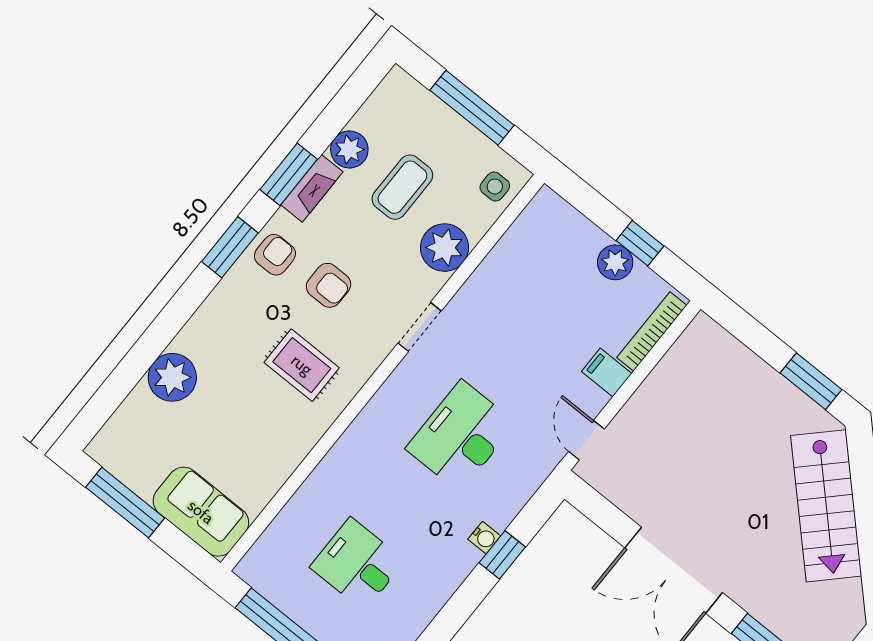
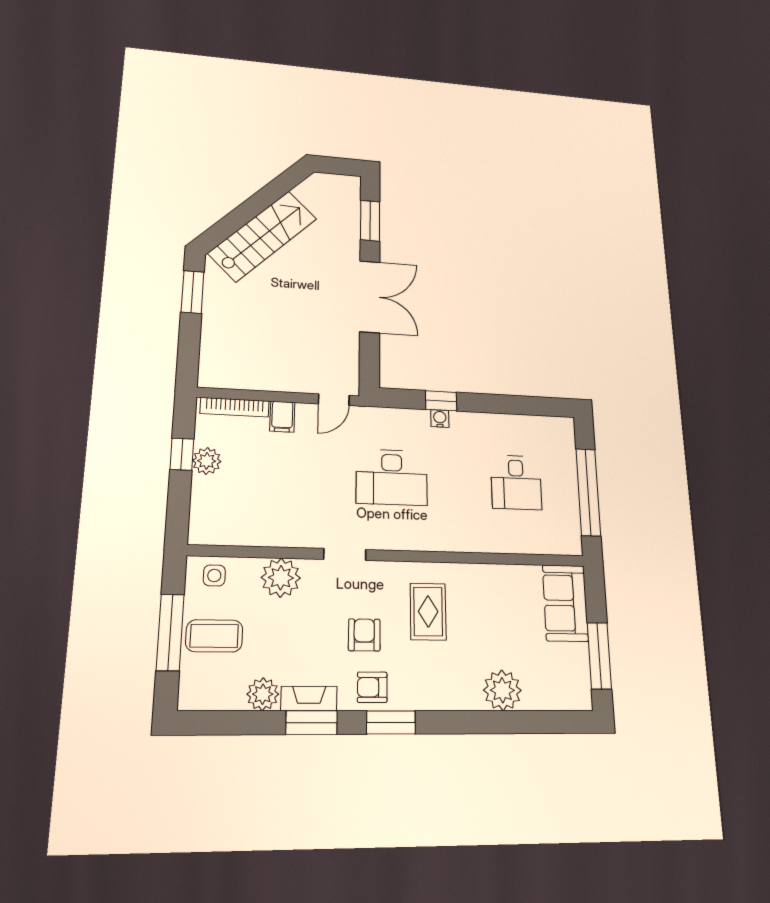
coffee table: (402, 187) -> (214, 636), moved

